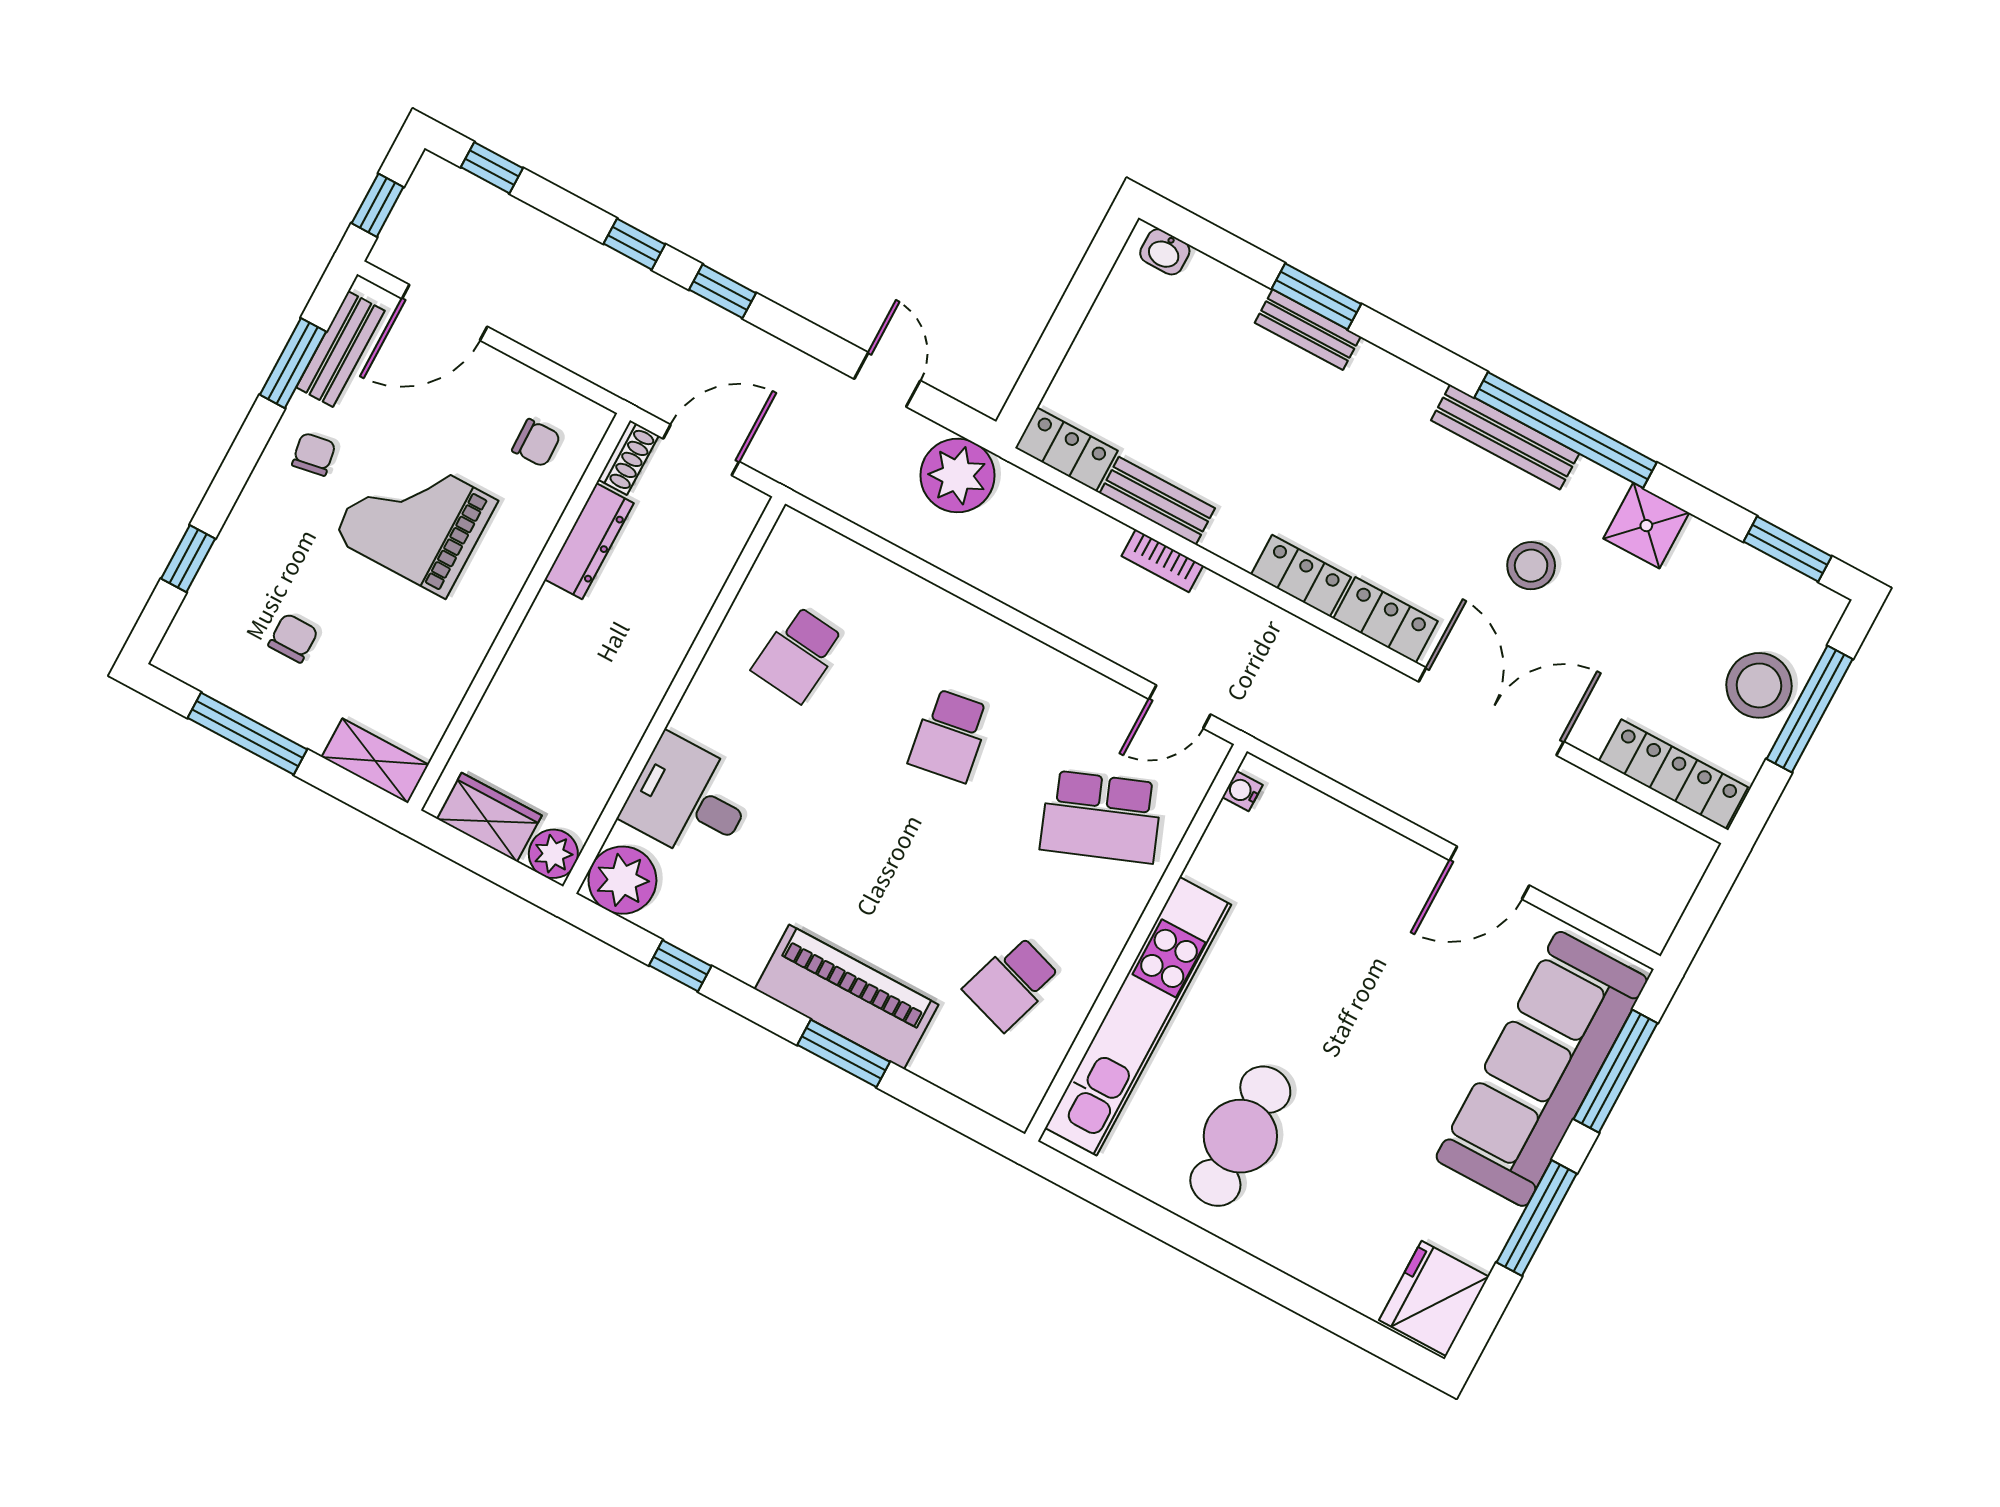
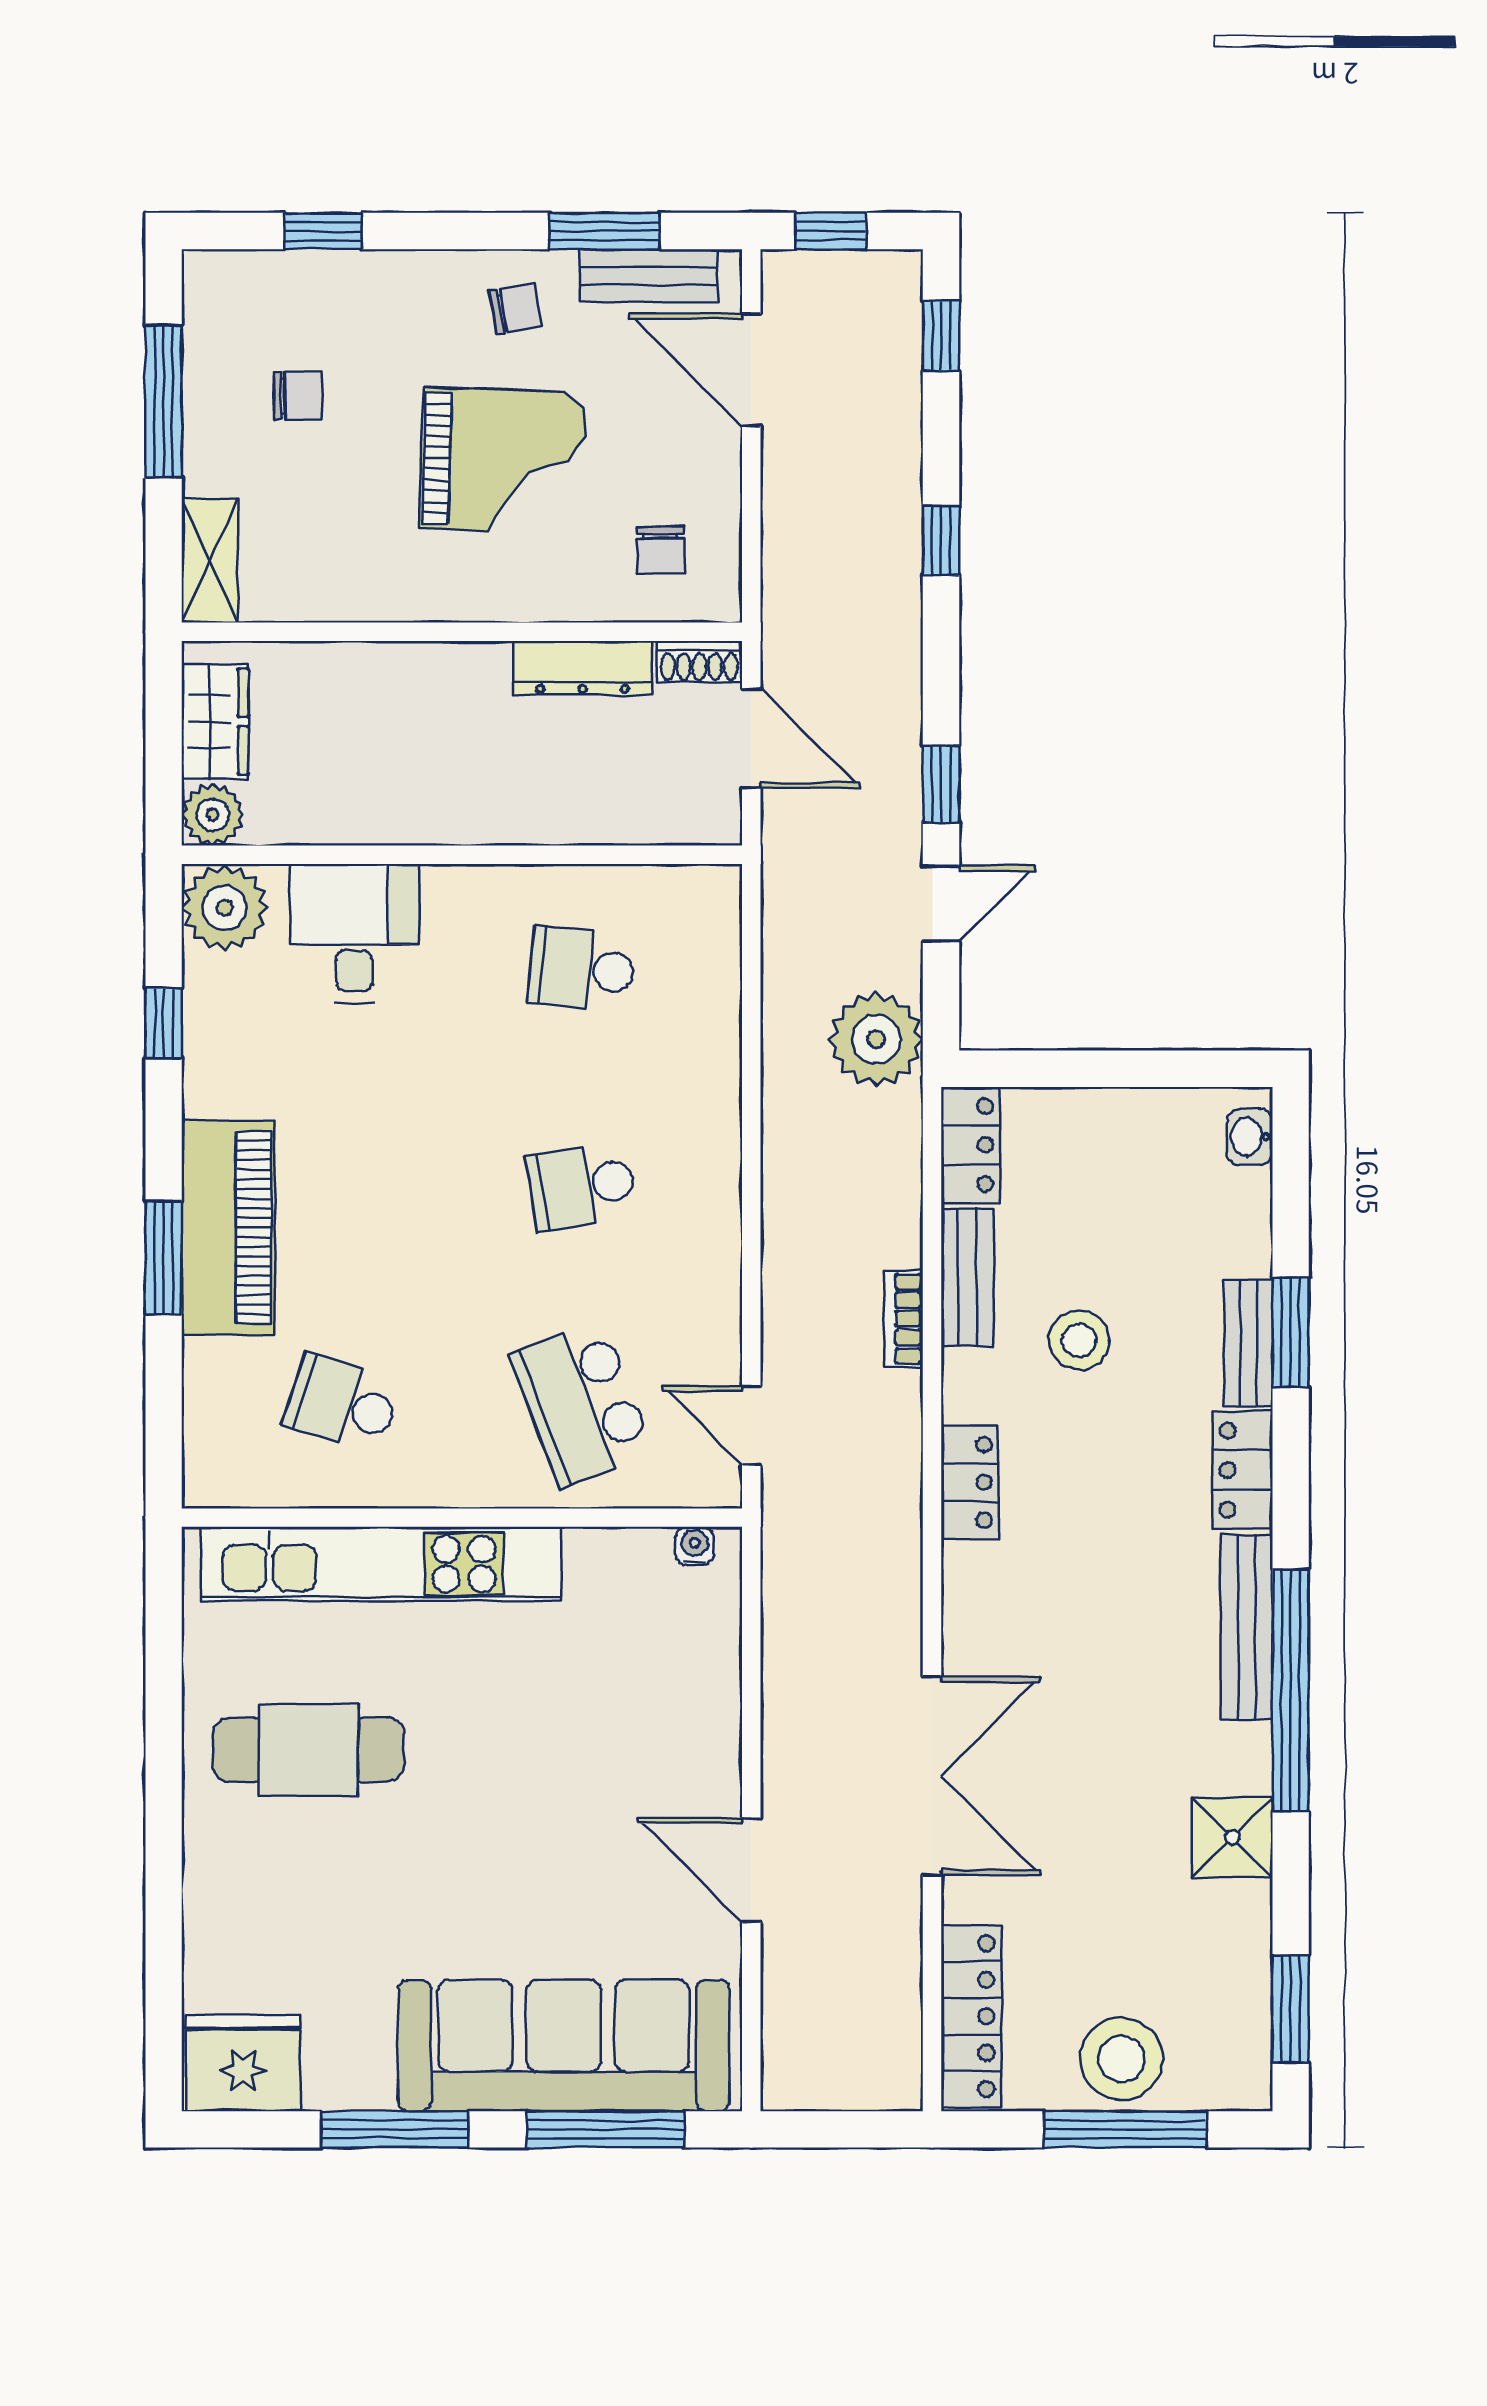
window: (723, 291) -> (941, 784), moved
grand piano: (415, 519) -> (503, 461), turned 92
stool: (1531, 566) -> (1079, 1340), moved
locker: (1386, 620) -> (1243, 1470), moved, turned 180

